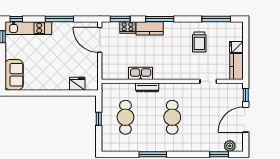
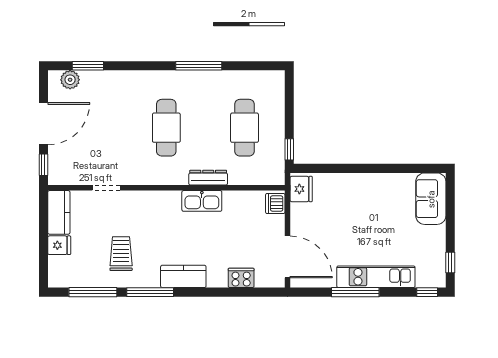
window: (120, 19) -> (253, 292), removed
window: (160, 19) -> (150, 292), moved
kitchen unit: (28, 28) -> (376, 277), moved
kitchen counter: (150, 28) -> (183, 276), moved
dishwasher: (107, 72) -> (275, 204), added
kitchen sink: (141, 73) -> (202, 201), moved
fridge: (77, 84) -> (301, 189), moved, turned -90
window: (99, 119) -> (289, 149), moved

